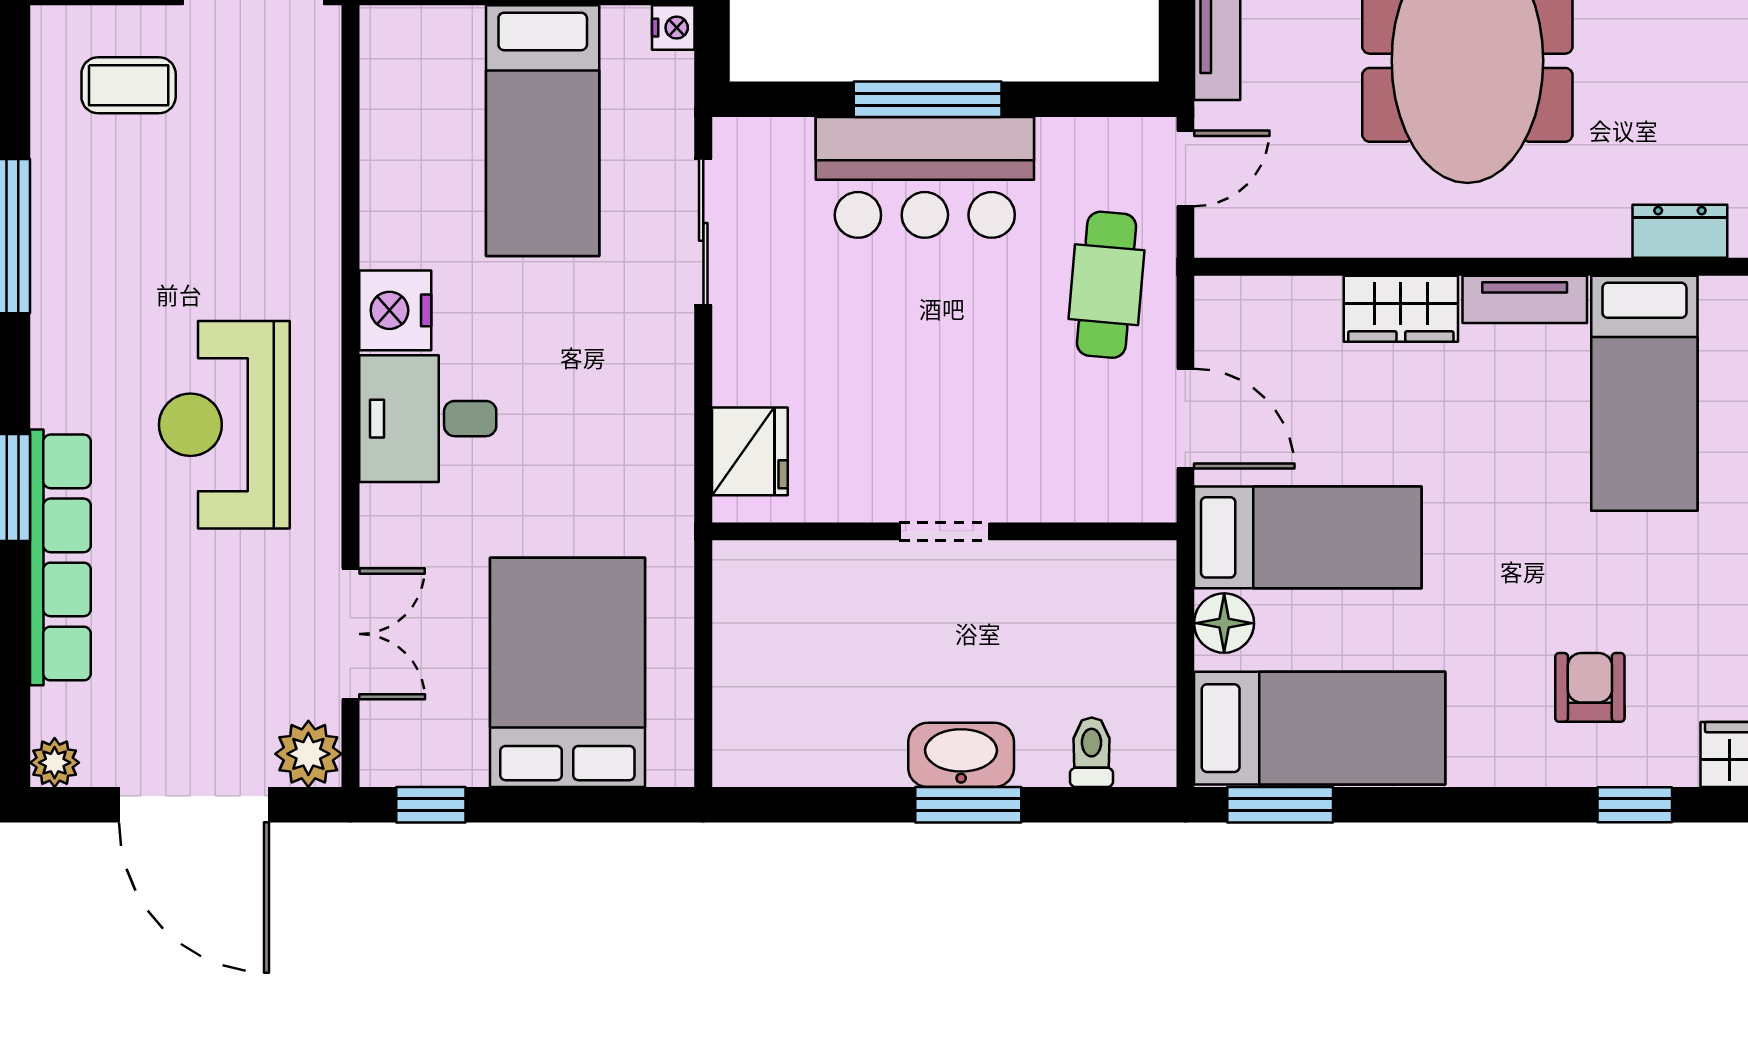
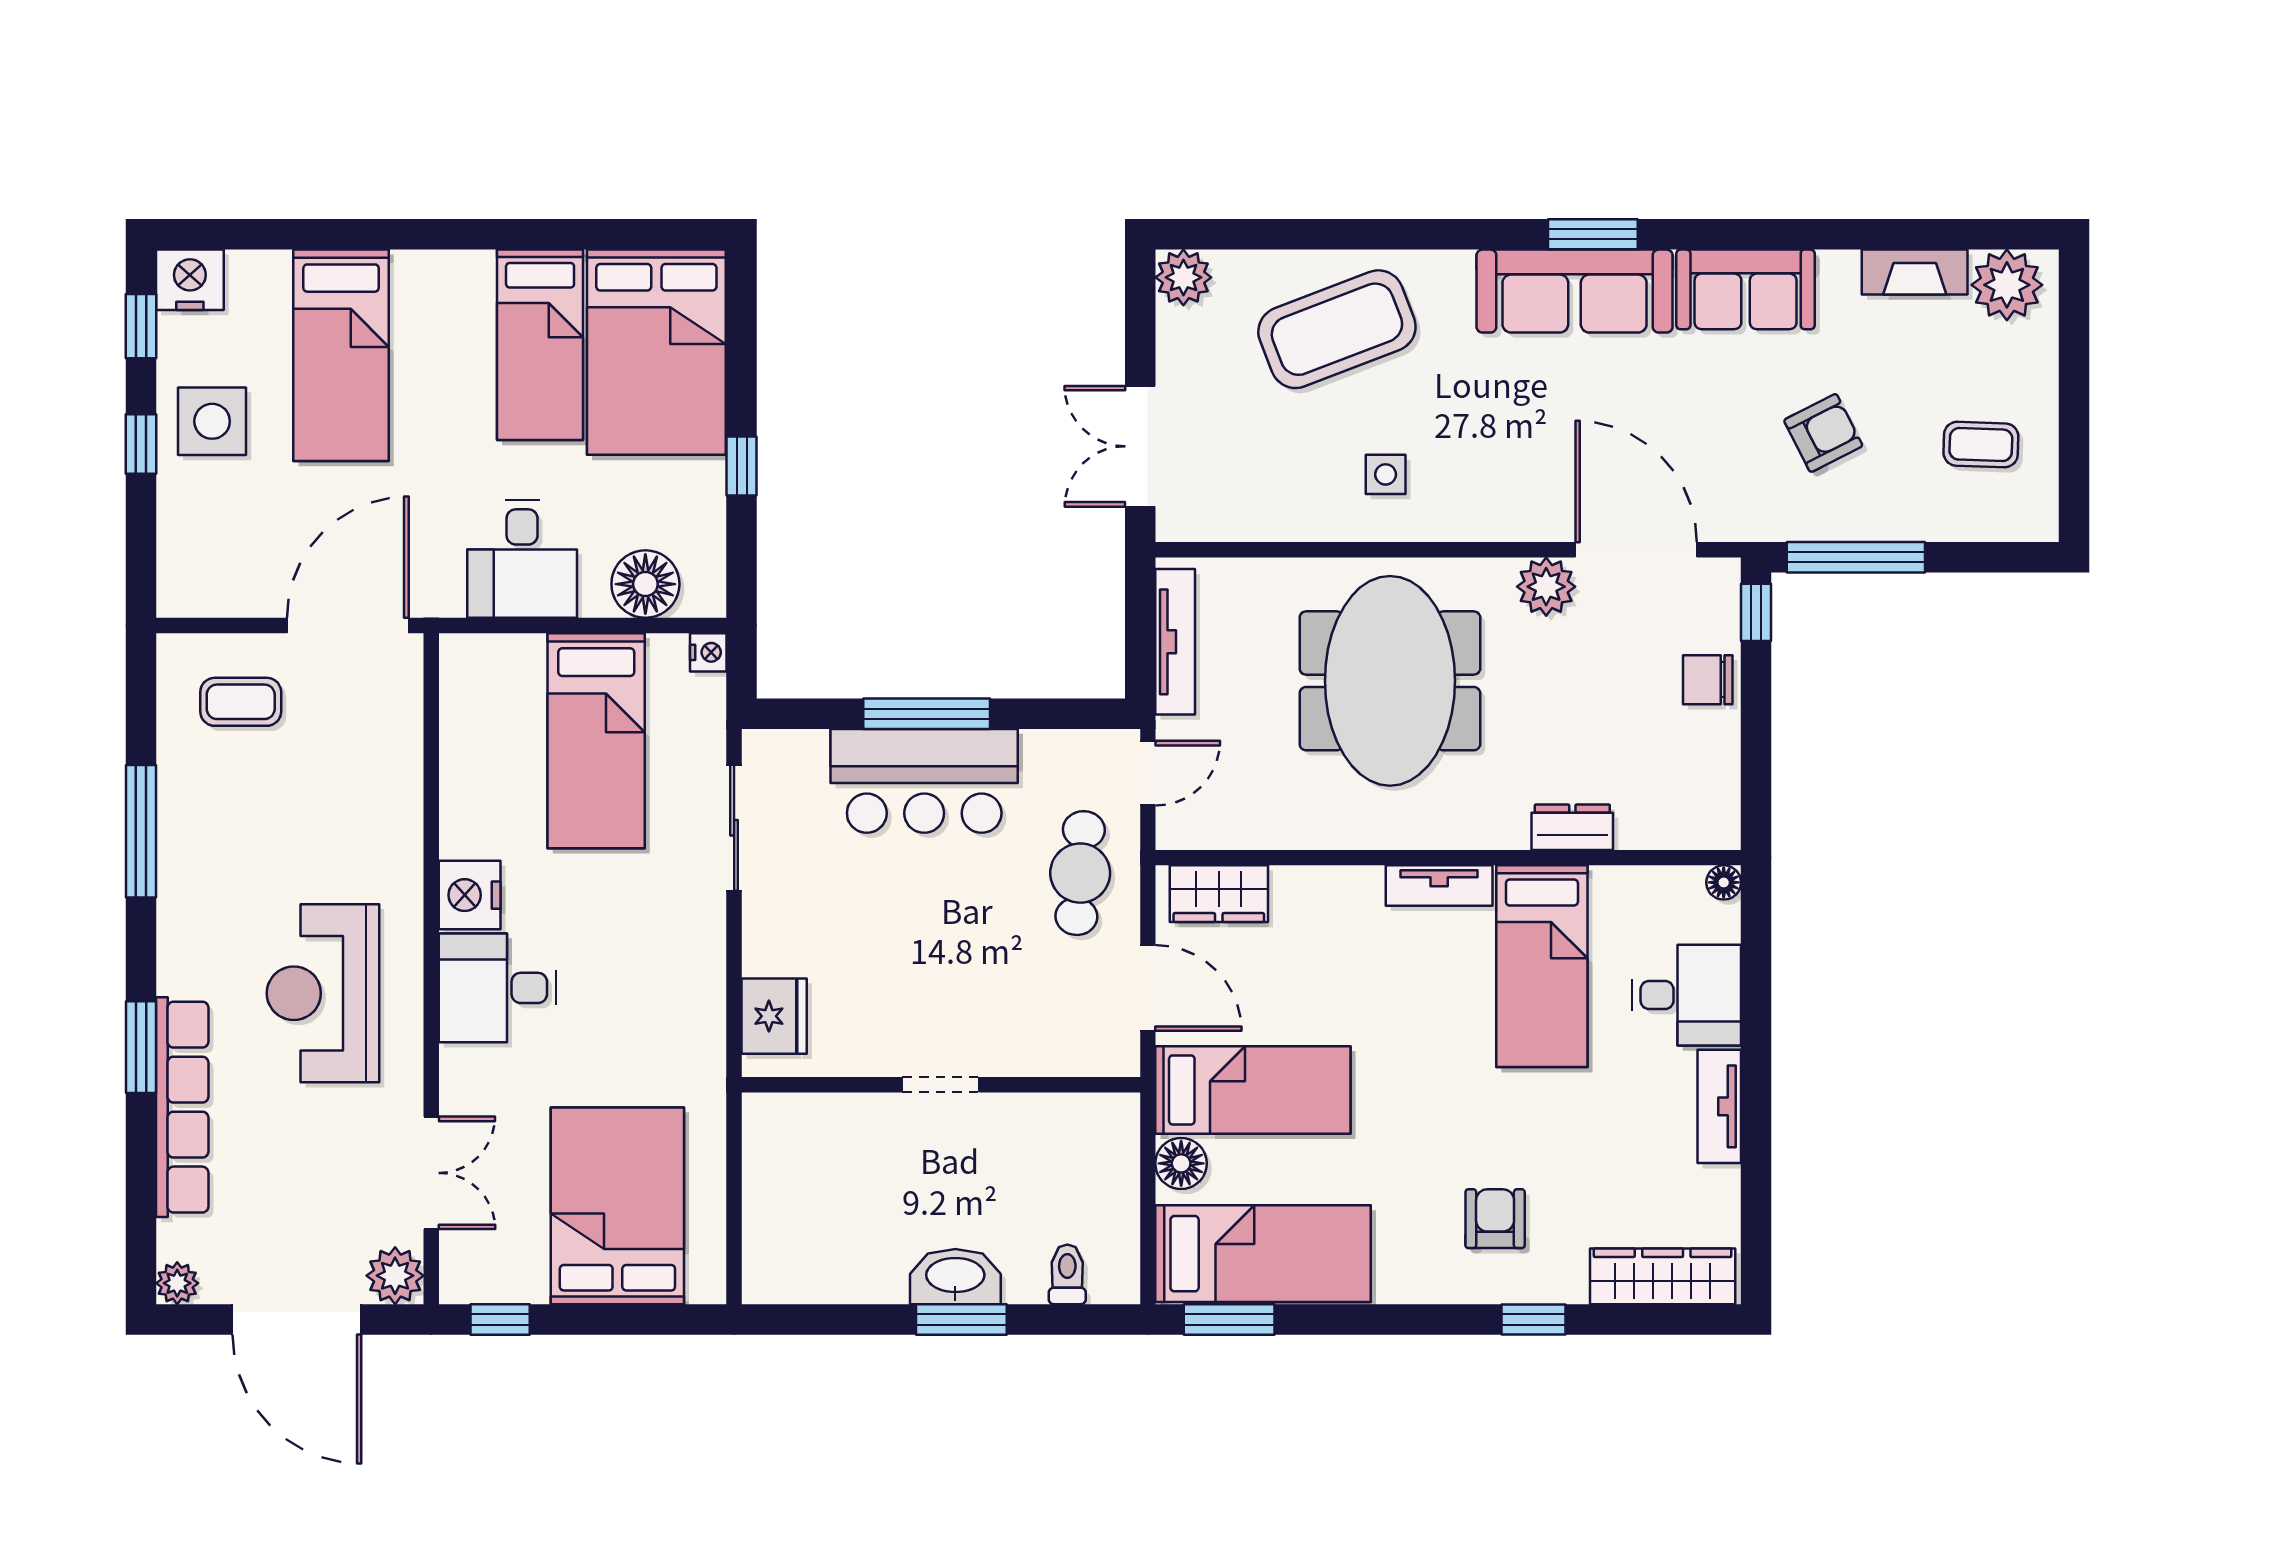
wardrobe: (1401, 309) -> (1219, 894), moved

